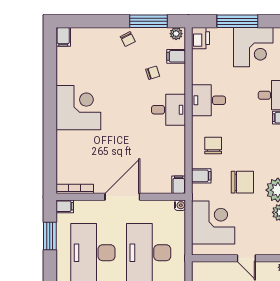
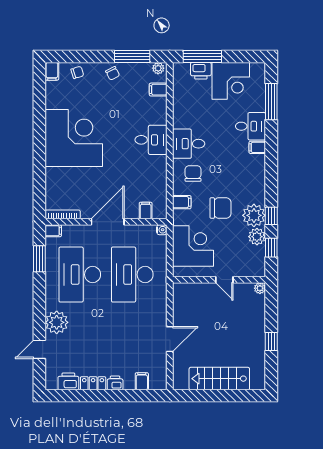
window: (237, 21) -> (202, 57), moved
printer: (200, 38) -> (201, 71), moved, turned 90
chair: (153, 73) -> (77, 72), moved
desk: (208, 100) -> (189, 144), moved
corner desk: (78, 108) -> (74, 138), width x1.36, depth x1.36
filing cabinet: (179, 185) -> (146, 210), moved

